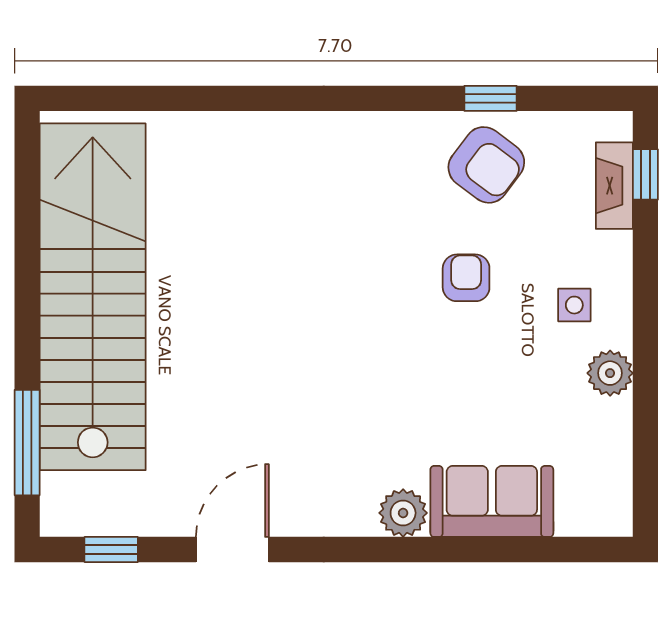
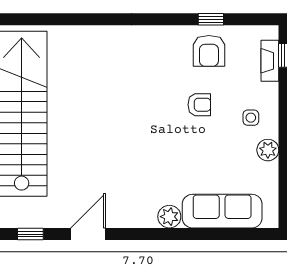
armchair: (486, 165) -> (209, 51), turned 53
armchair: (466, 278) -> (199, 105), turned 90
sofa: (492, 501) -> (222, 211), width x1.36

